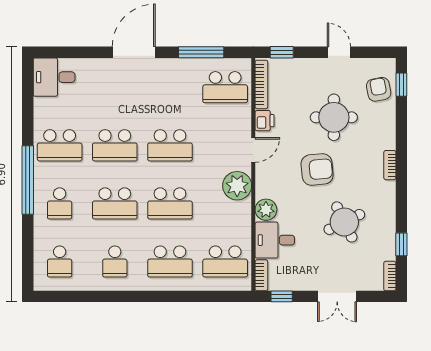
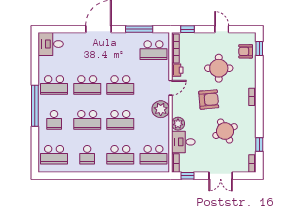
armchair: (379, 89) -> (246, 51), turned -79
school desk: (60, 262) -> (54, 155), width x1.85

